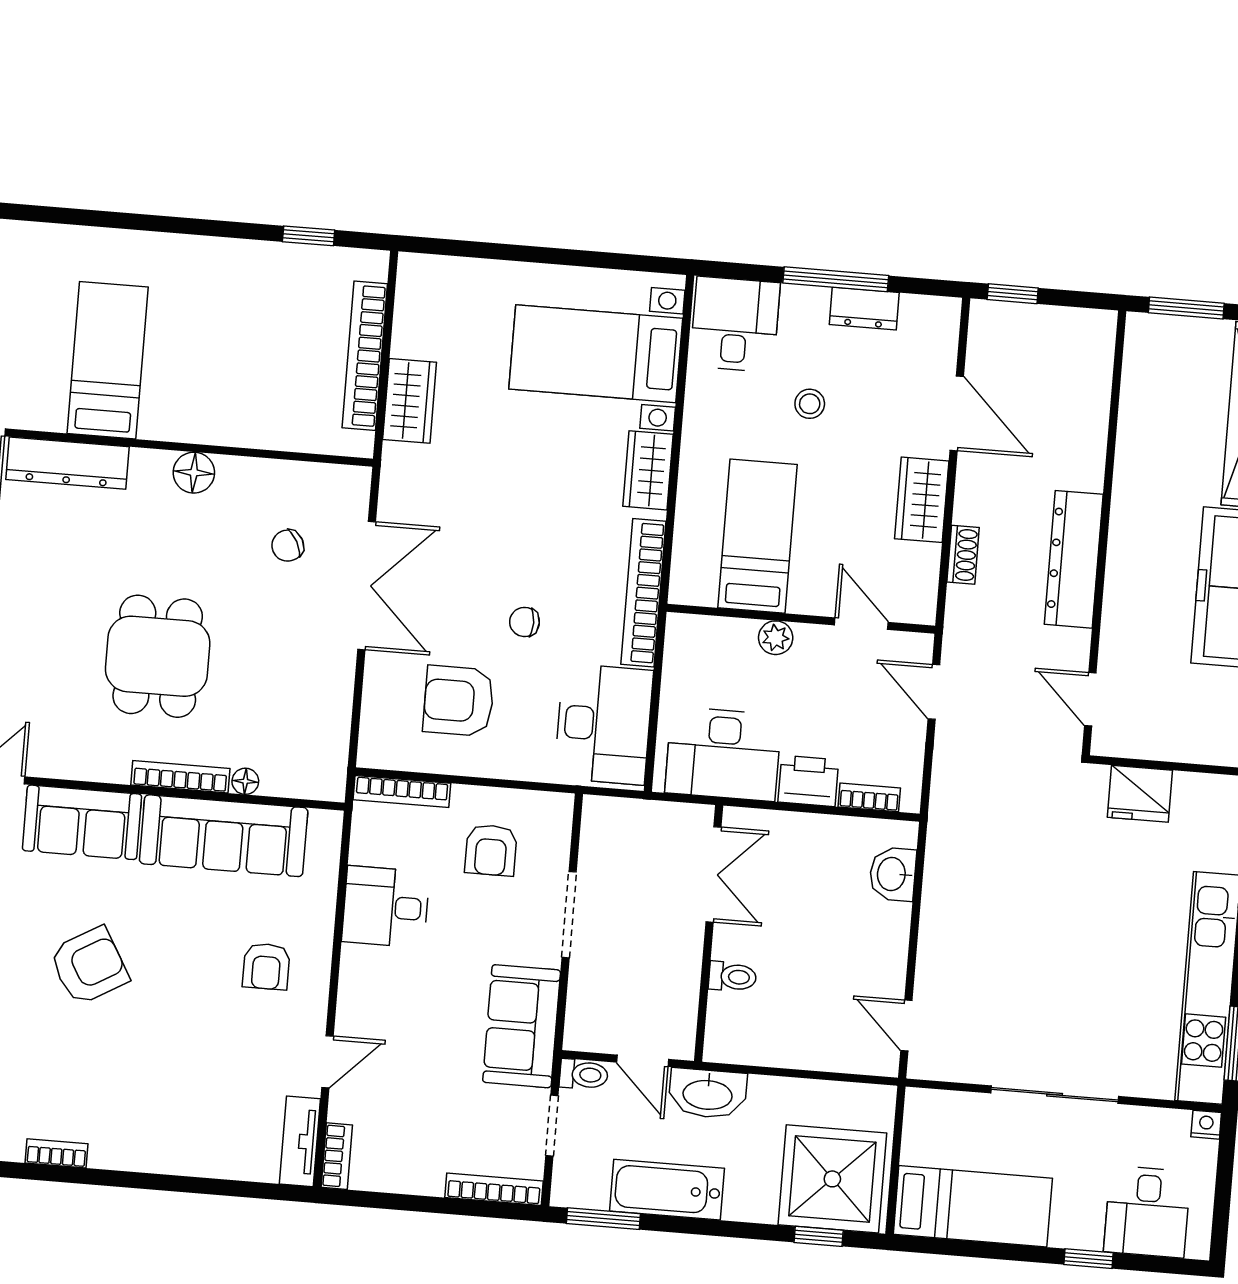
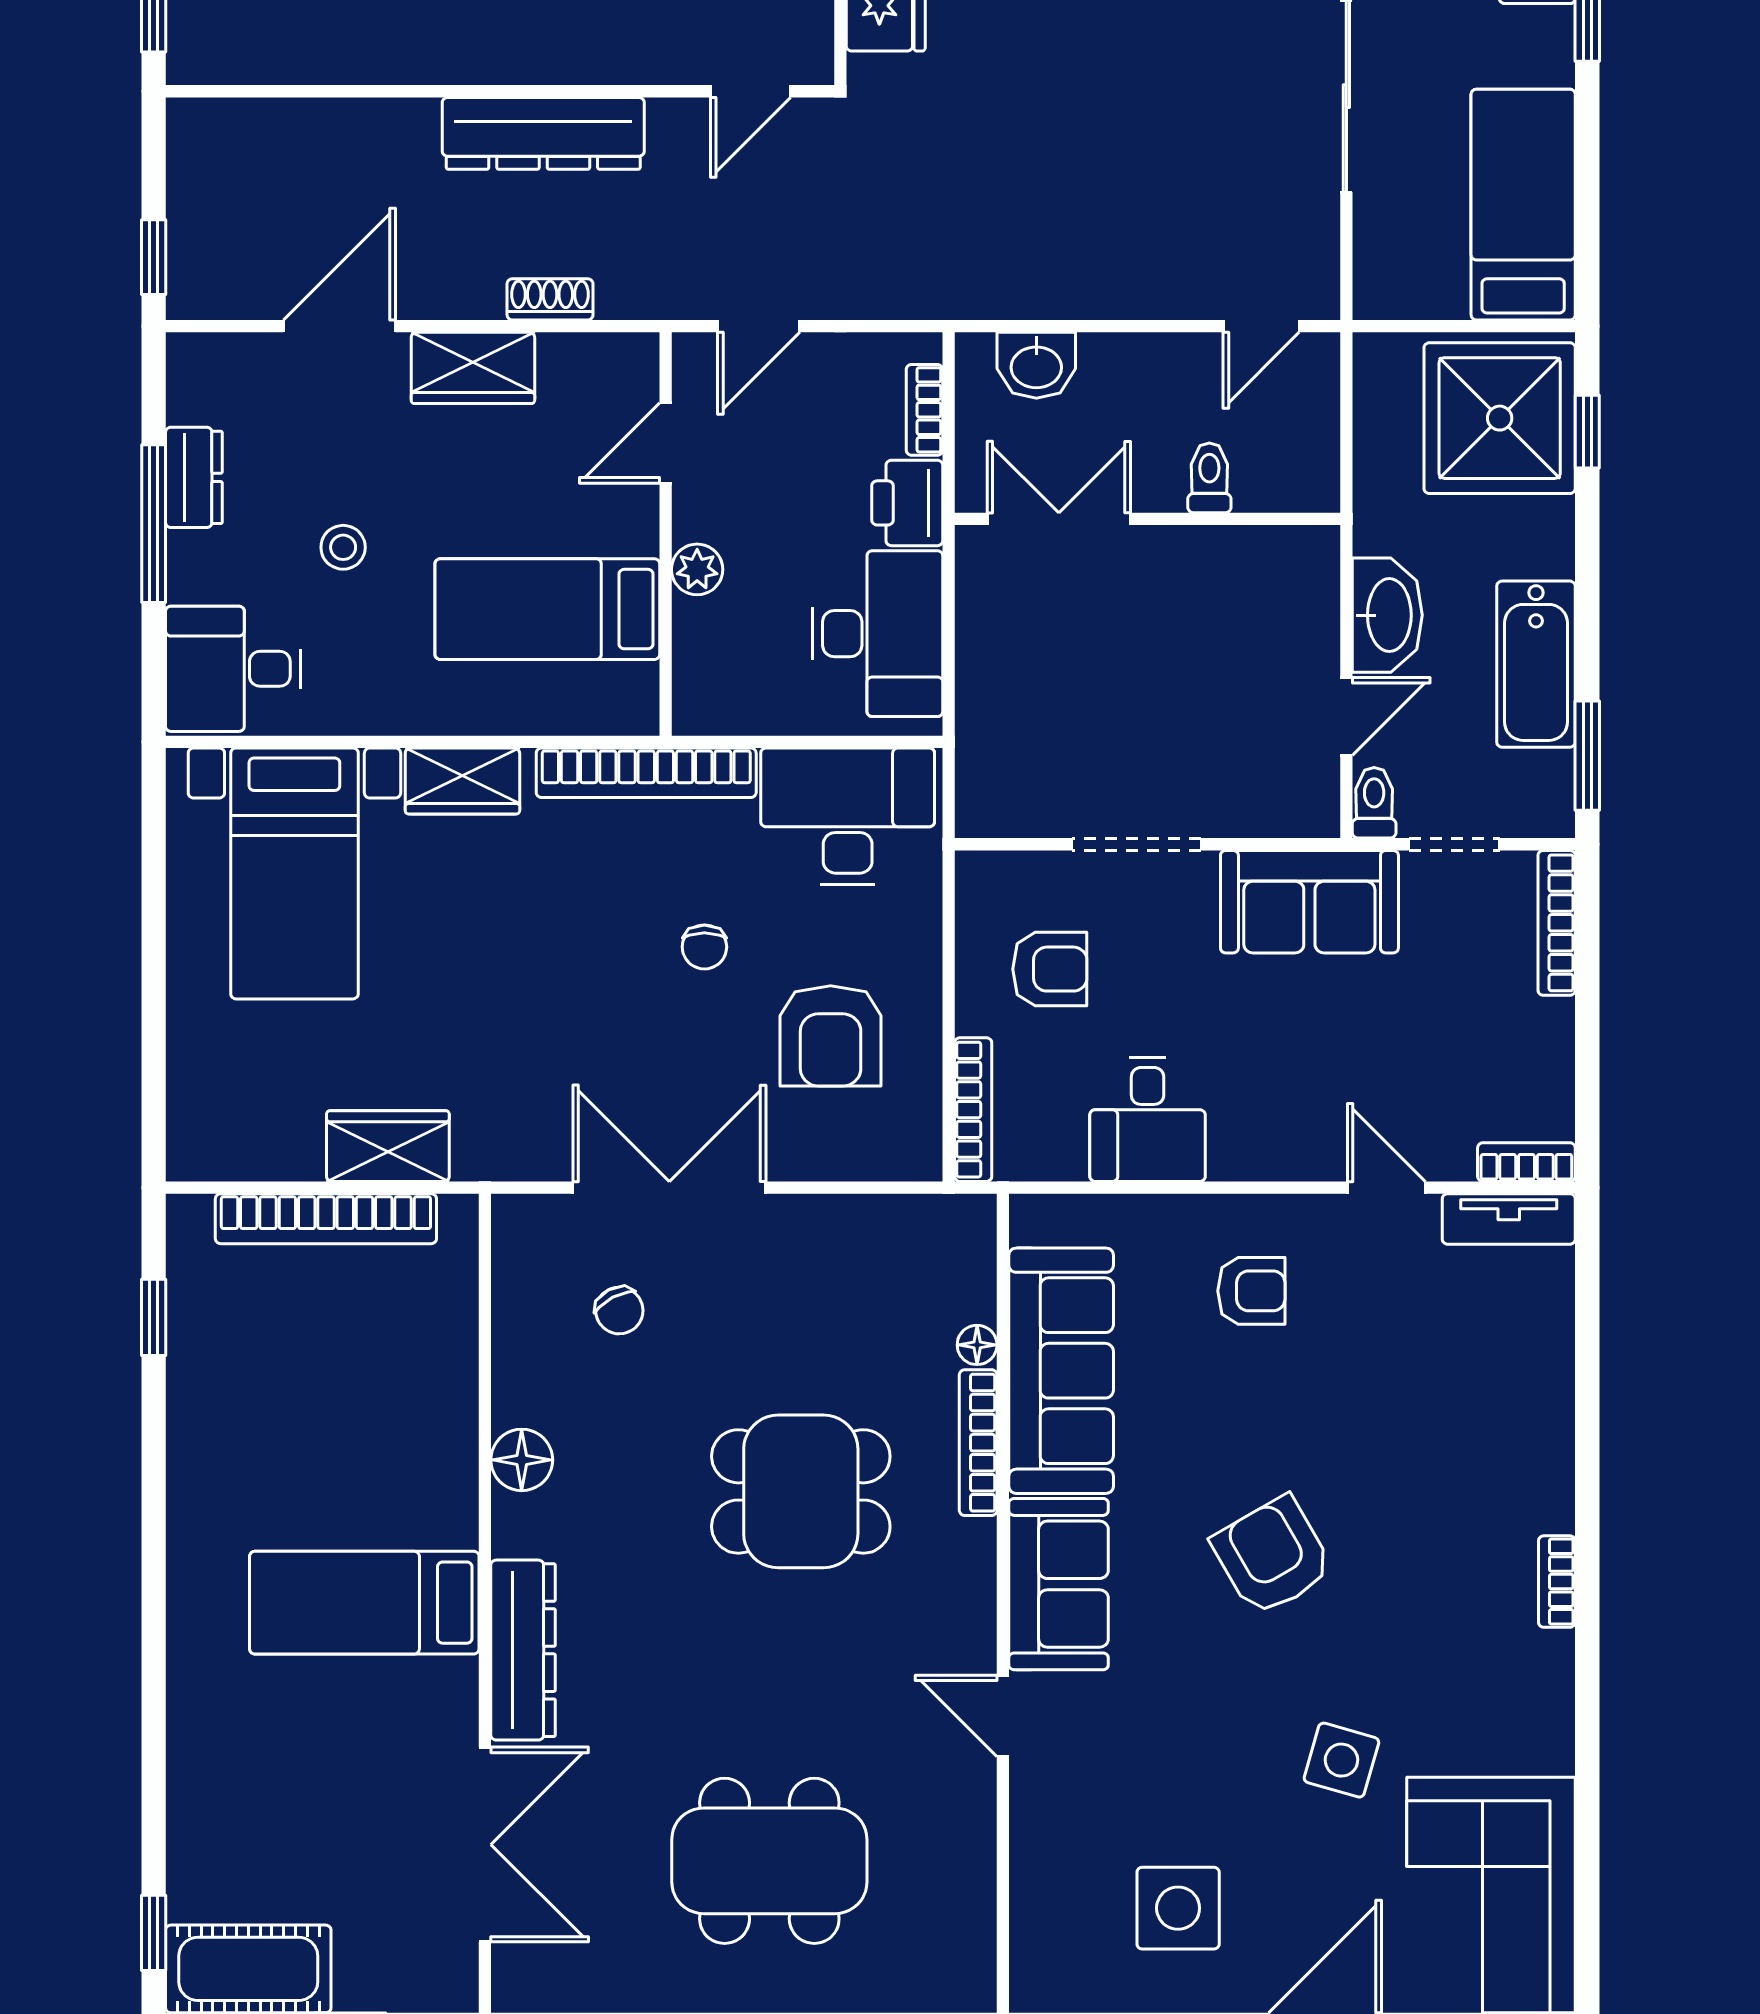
double door: (713, 874) -> (1059, 519), moved
wall: (709, 933) -> (1147, 519), moved
toilet: (732, 977) -> (1209, 478), moved

